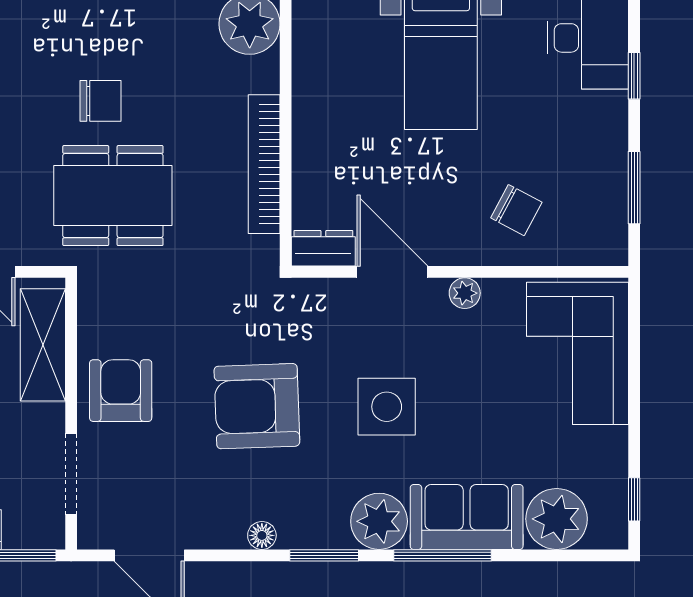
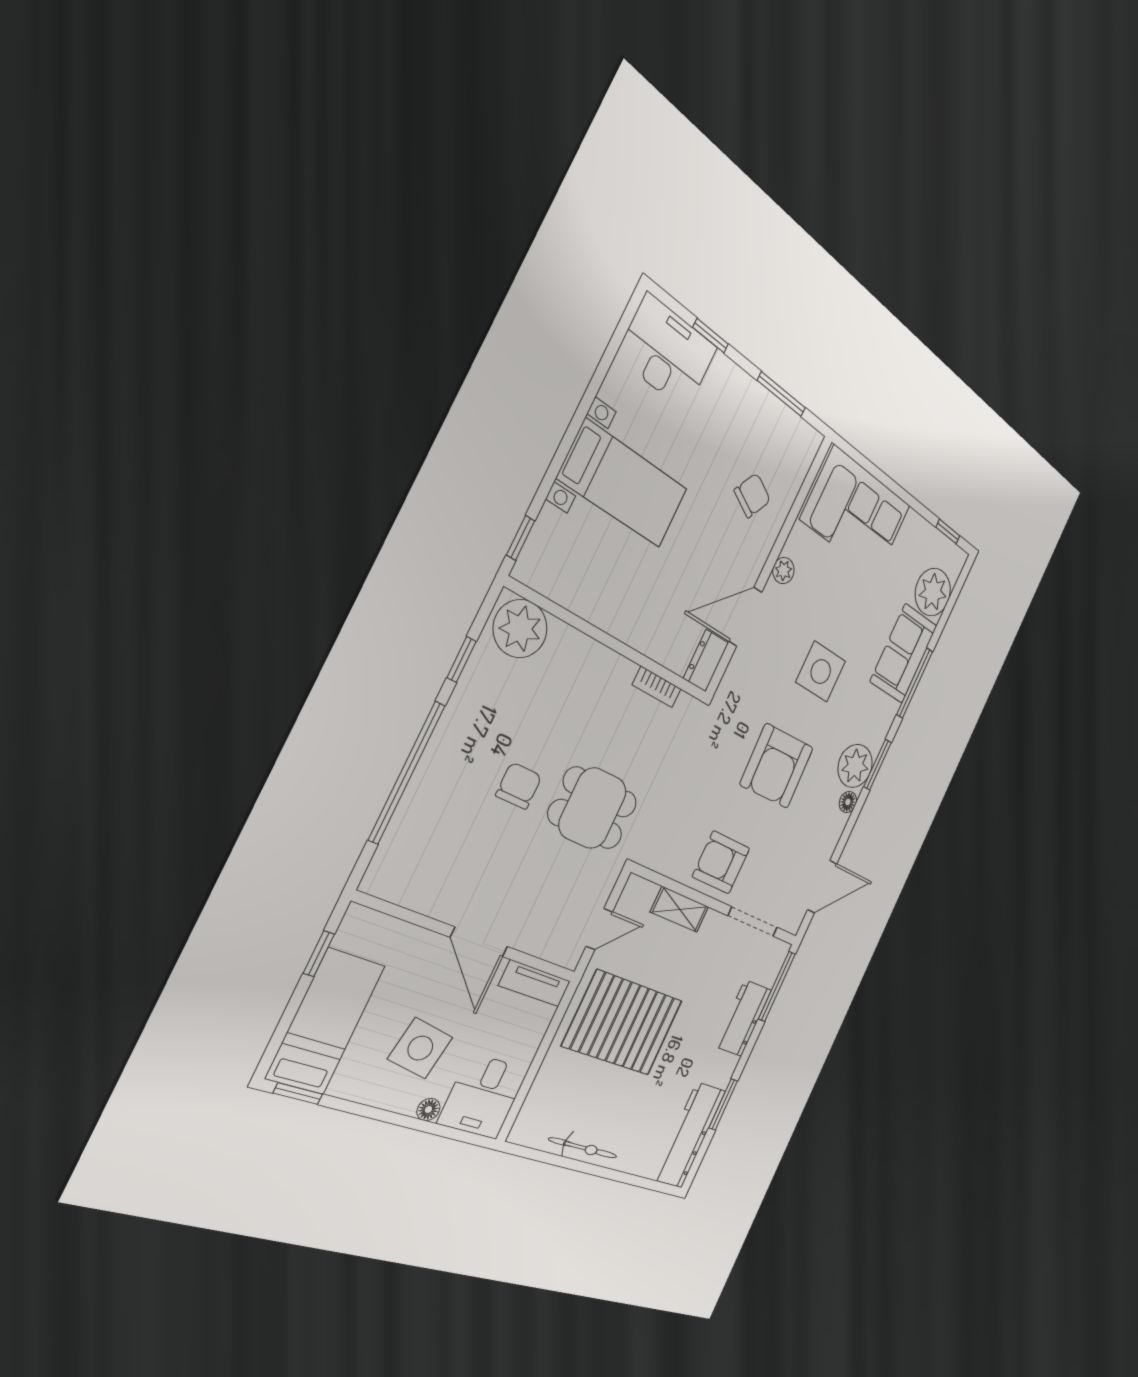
bookcase: (264, 164) -> (657, 687), width x0.43, depth x0.76
dining table: (113, 196) -> (593, 808), width x0.73
shelving: (43, 345) -> (680, 909), width x0.67, depth x0.75
plant: (379, 521) -> (855, 766), moved

